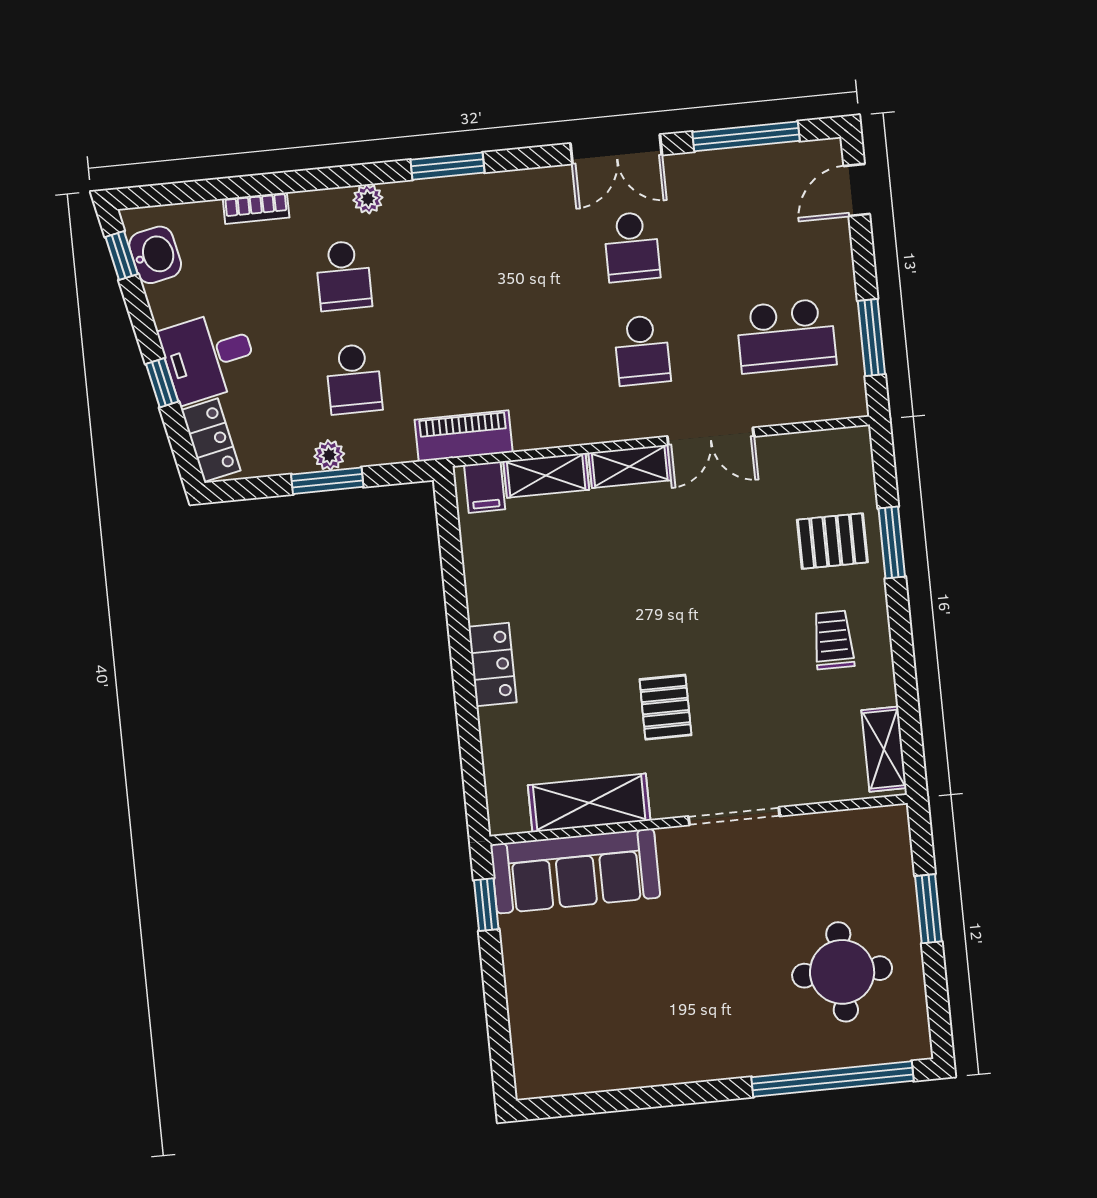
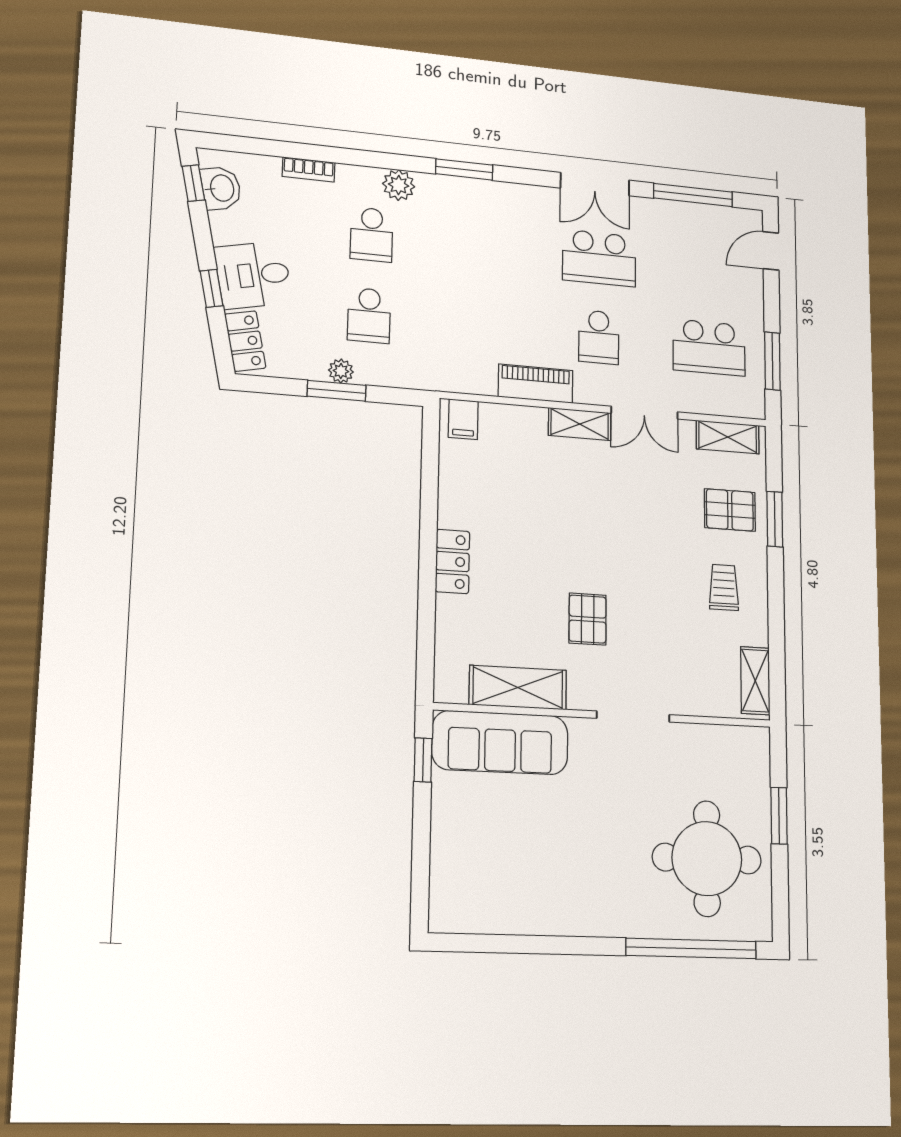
plant: (368, 199) -> (399, 185), width x1.38, depth x1.38
school desk: (632, 247) -> (599, 258), width x1.85
piano: (464, 436) -> (536, 384), moved
shelving: (546, 475) -> (728, 437), moved
round table: (842, 972) -> (707, 859), width x1.36, depth x1.36

